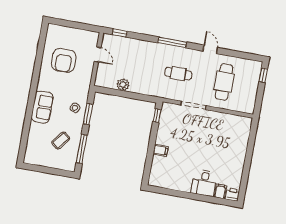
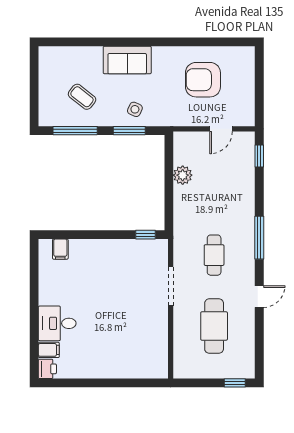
cafe table: (224, 82) -> (214, 326), turned 90
filing cabinet: (160, 150) -> (60, 249), moved

